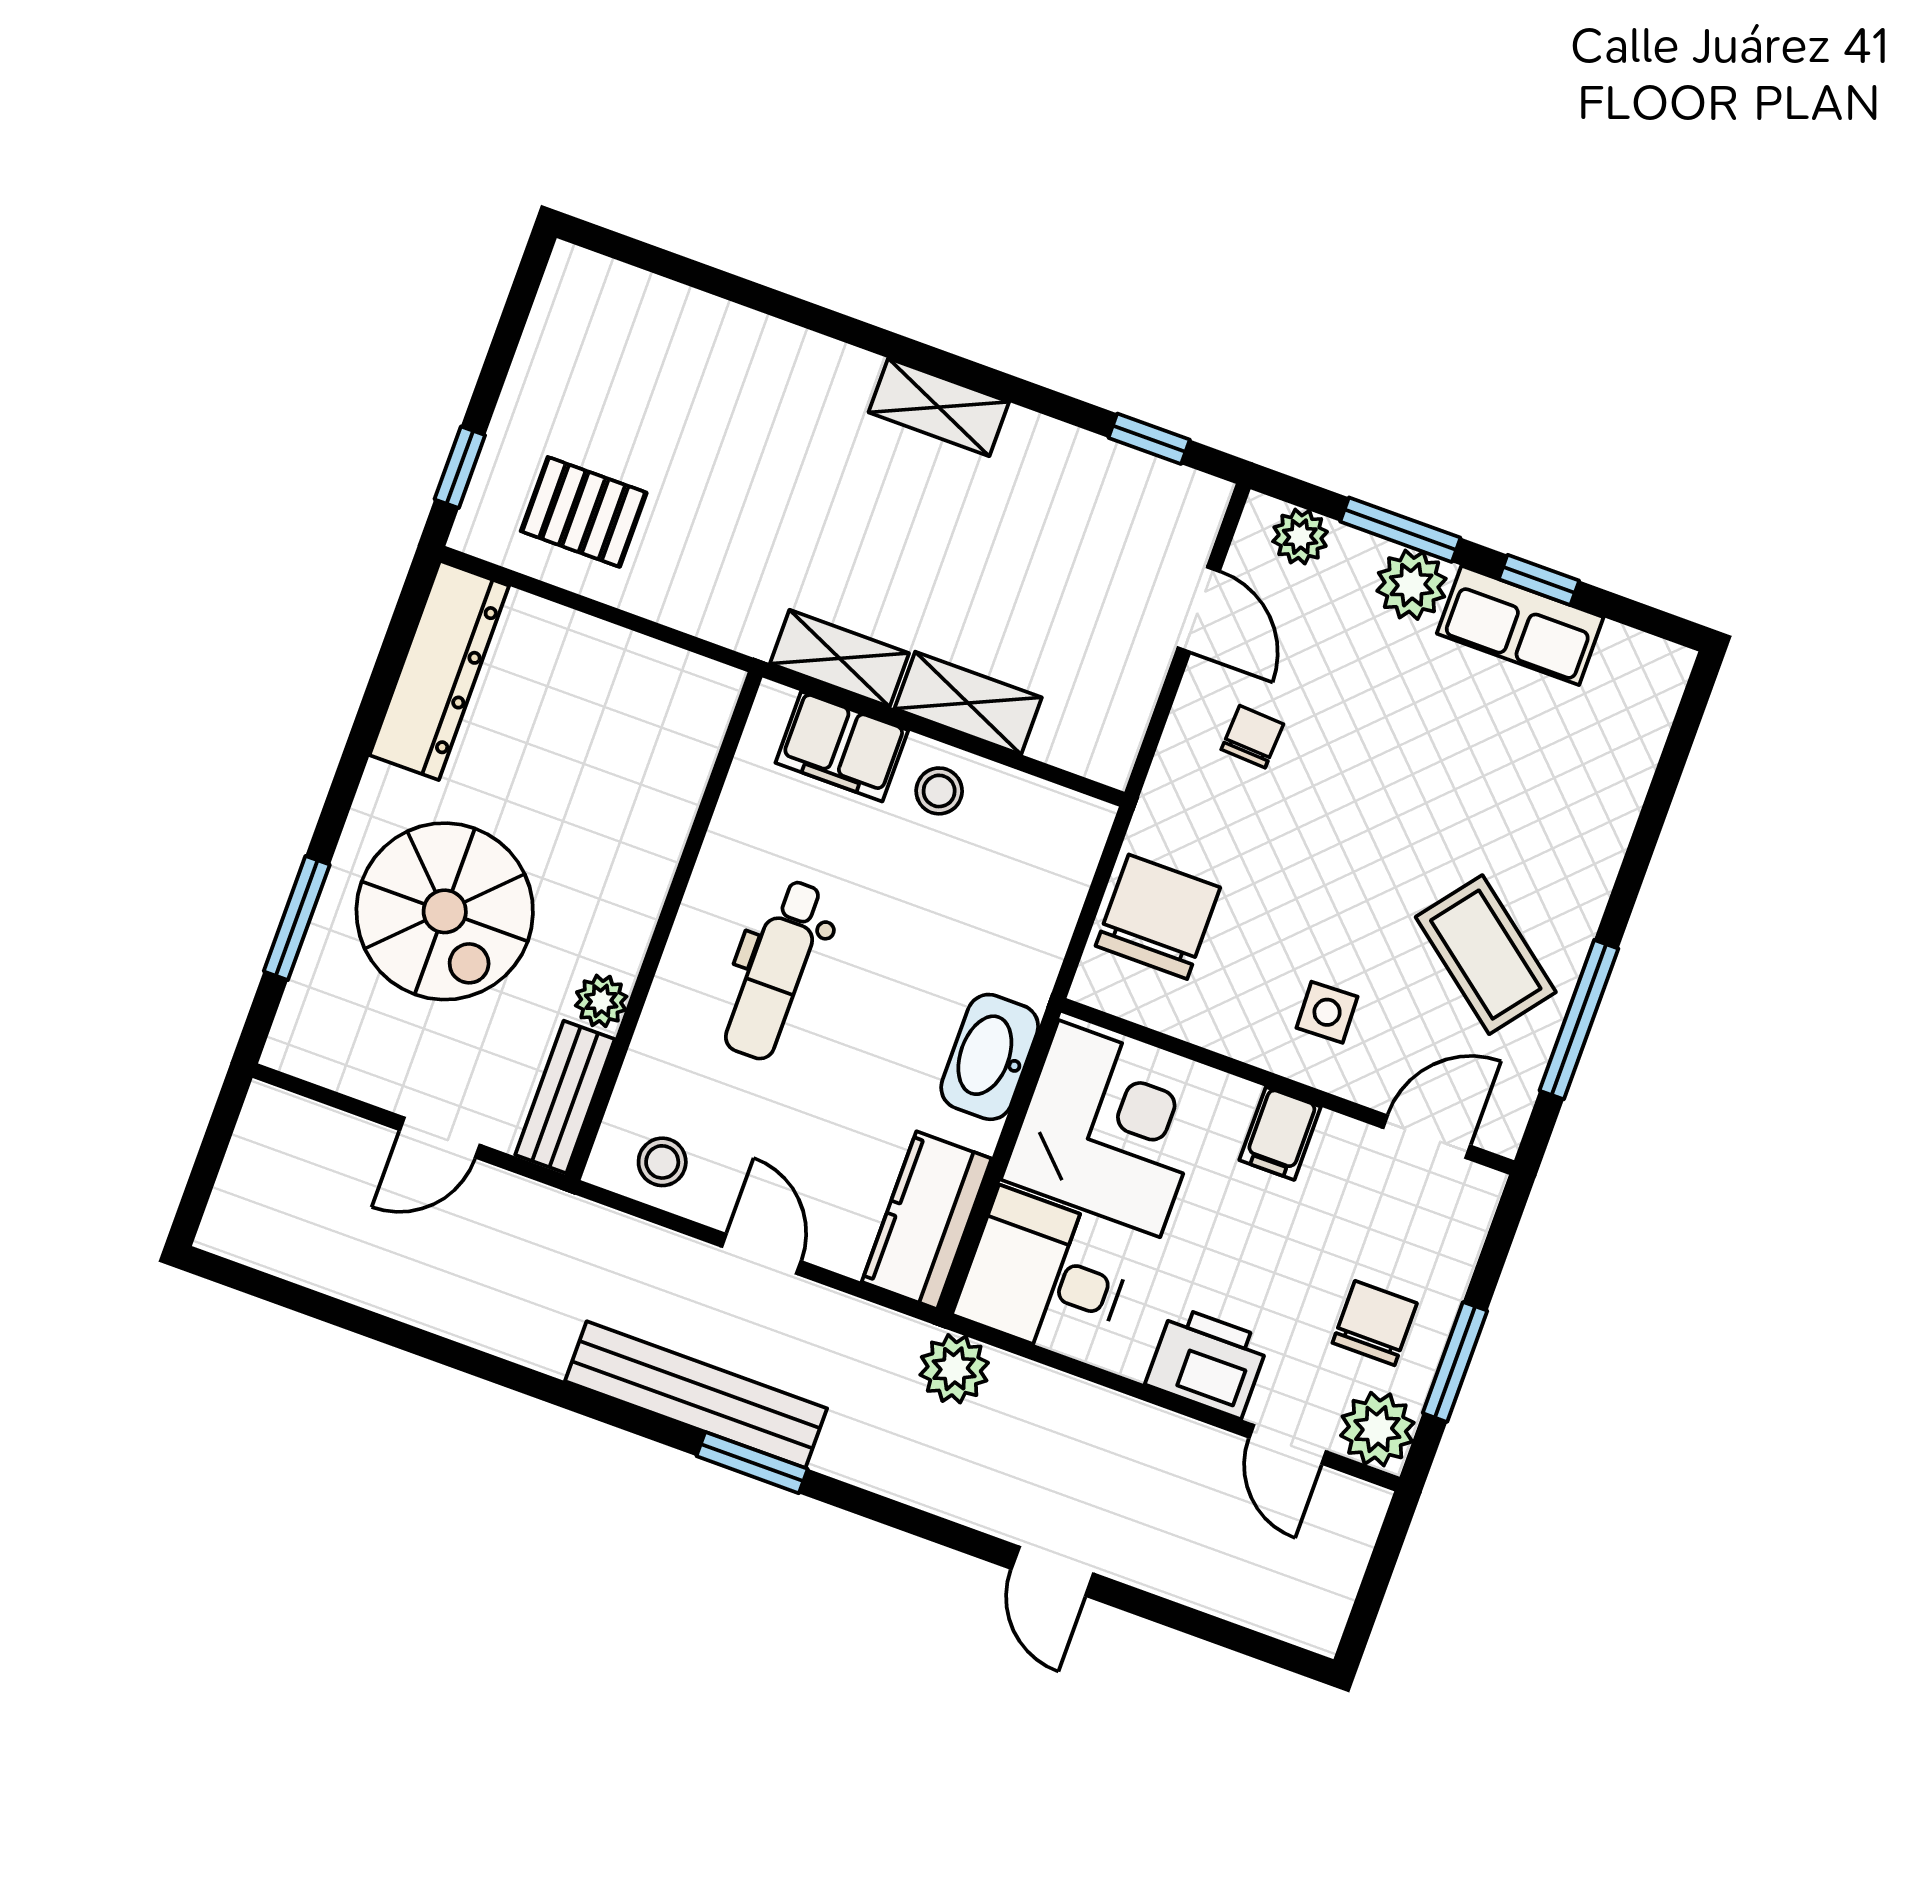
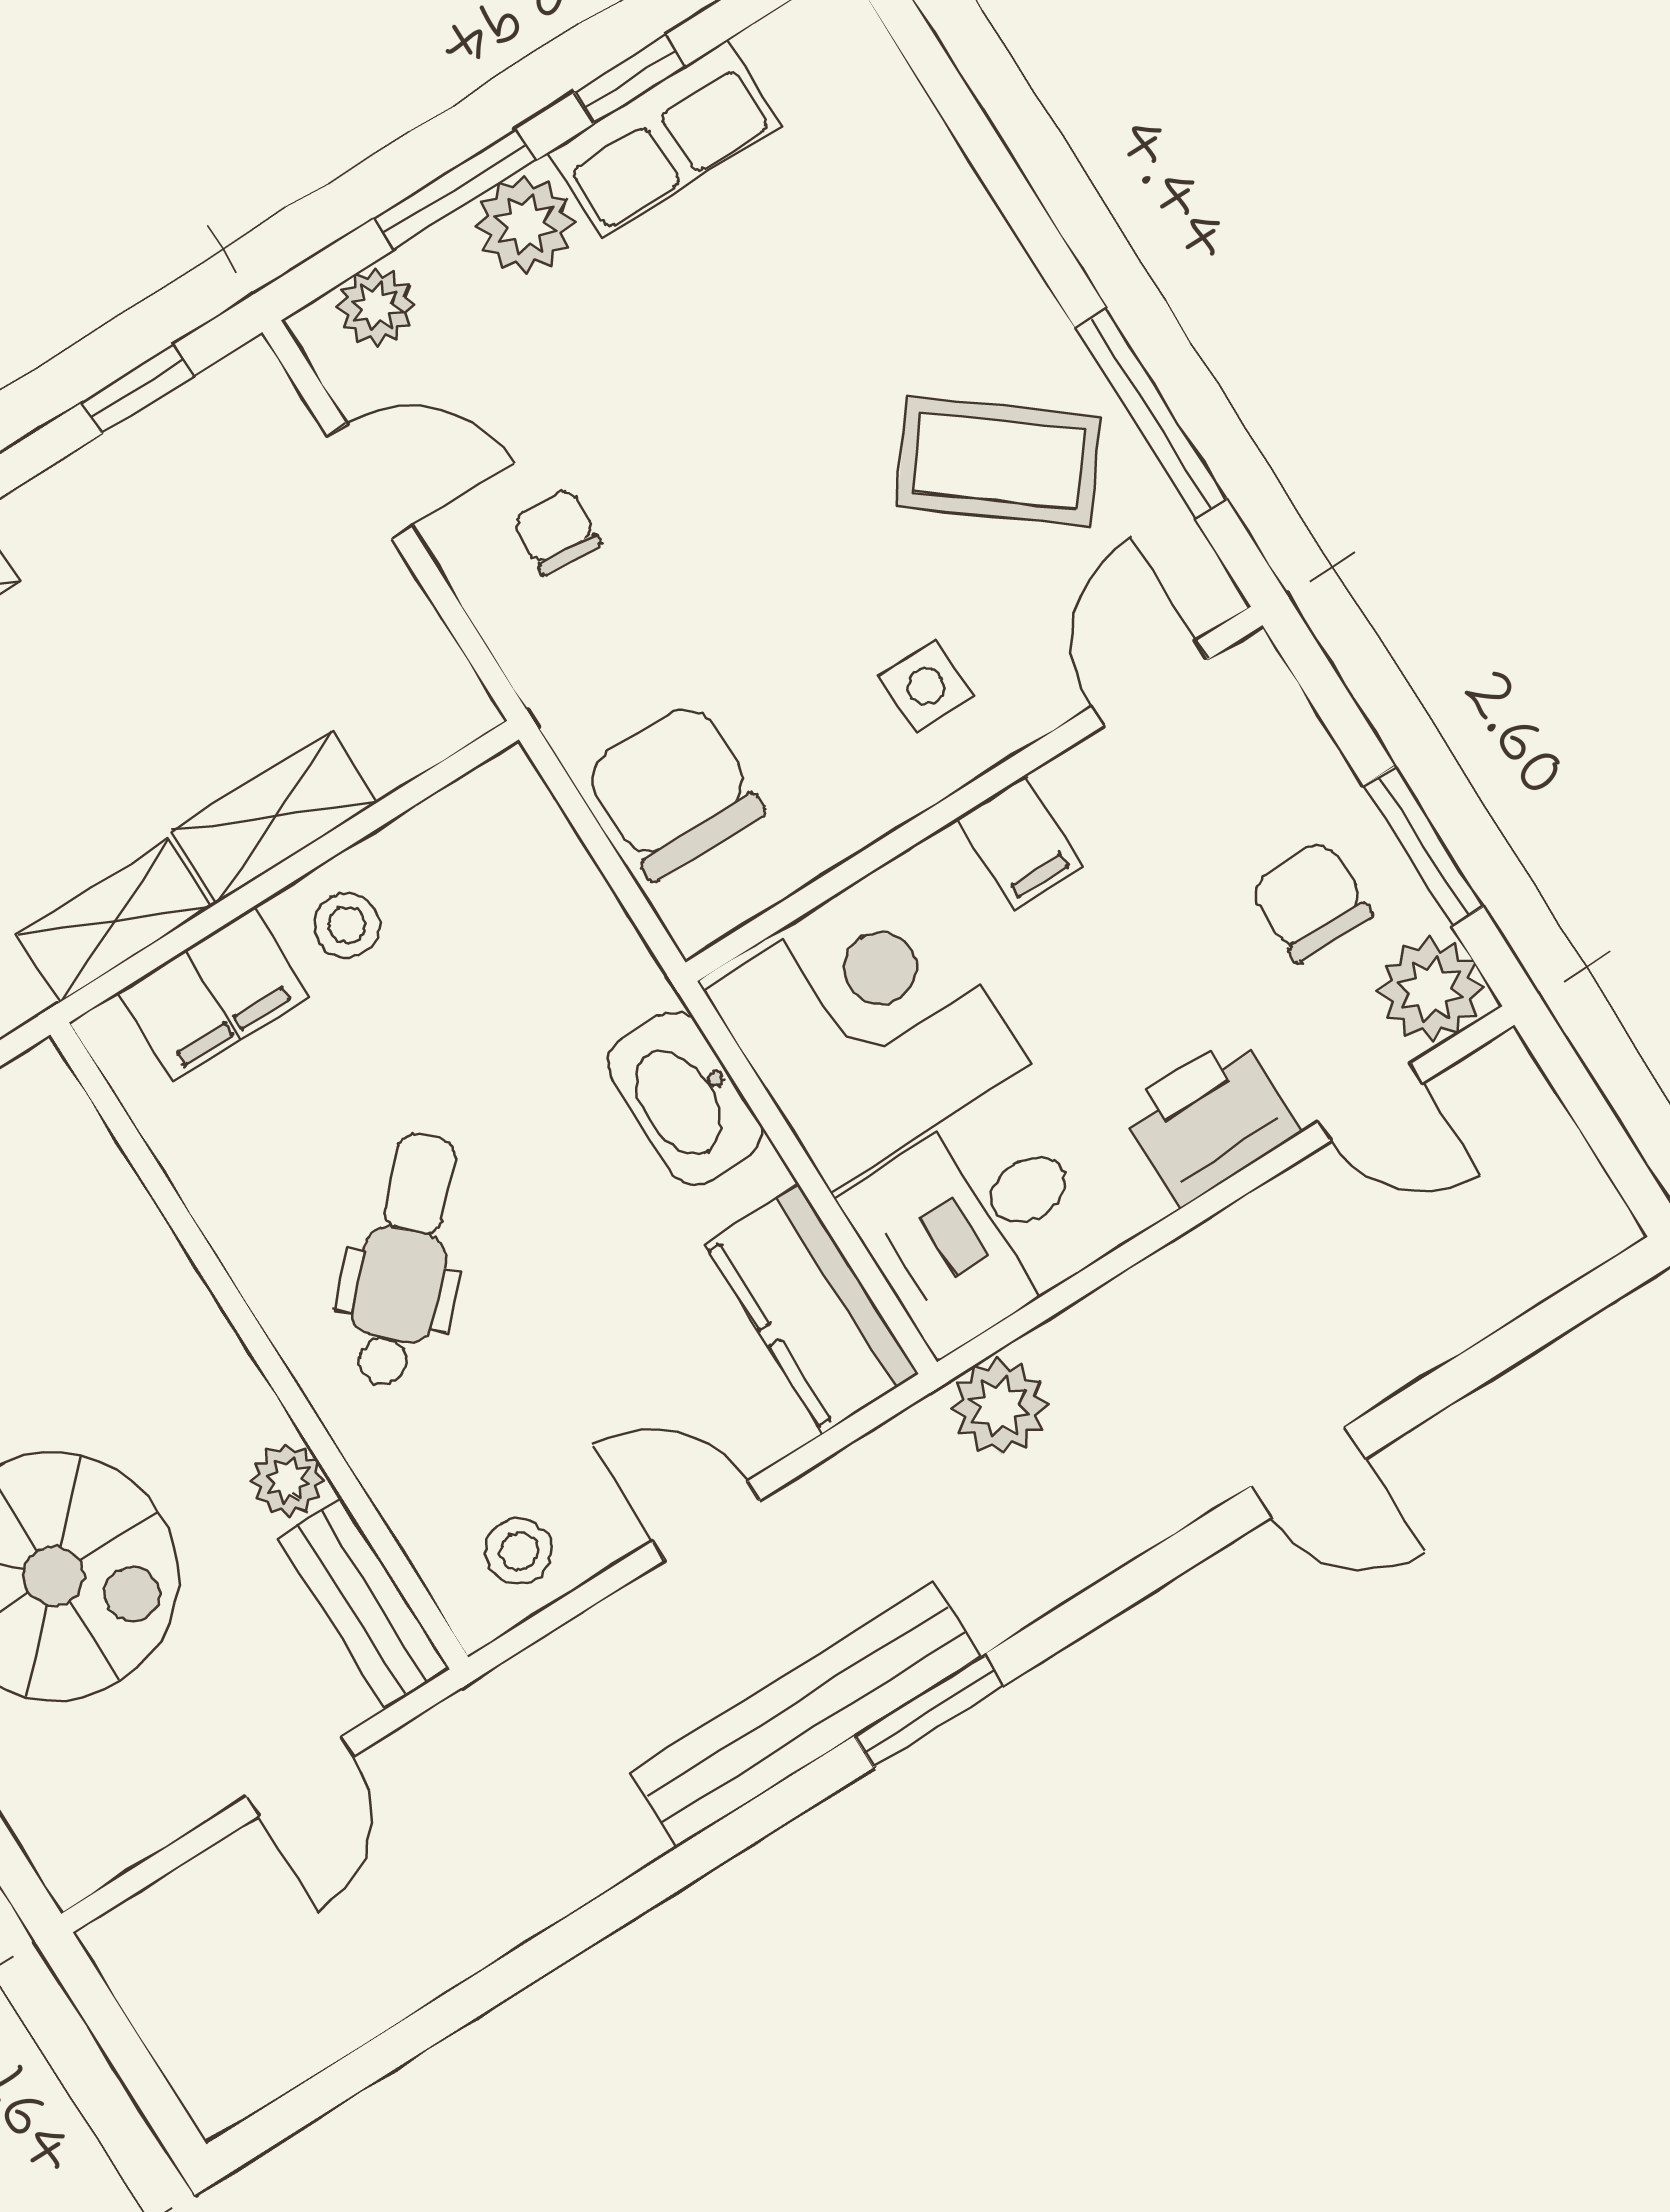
dental chair: (776, 970) -> (404, 1260), turned -136

